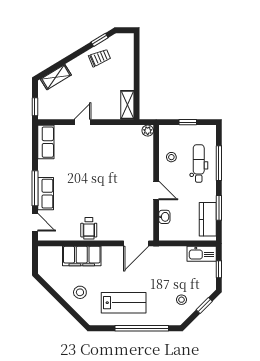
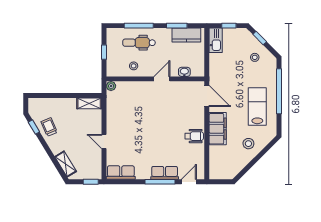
filing cabinet: (82, 256) -> (218, 129), moved

